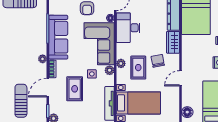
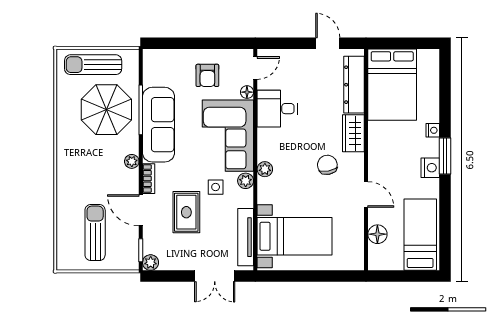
parasol: (28, 28) -> (106, 110), added
desk: (128, 28) -> (277, 109), width x0.73
rug: (138, 68) -> (294, 176), removed
door: (181, 78) -> (366, 194), swing flipped
door: (48, 88) -> (141, 210), hinge flipped
floor lamp: (187, 112) -> (377, 234), moved

